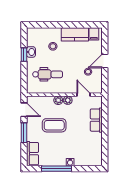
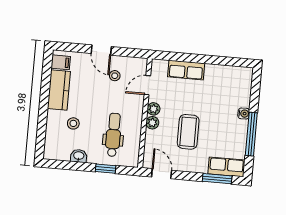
window: (24, 55) -> (106, 169), moved
door: (24, 110) -> (162, 174), hinge flipped
window: (24, 133) -> (217, 179), moved

